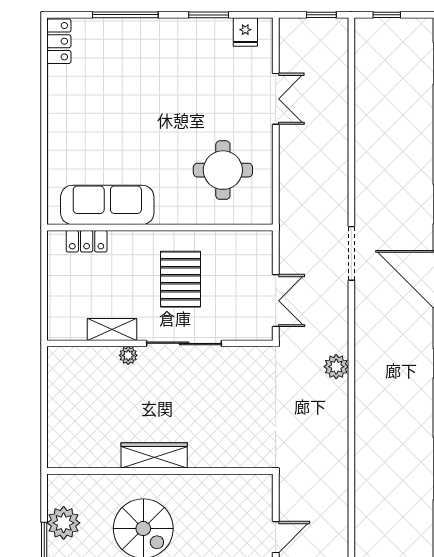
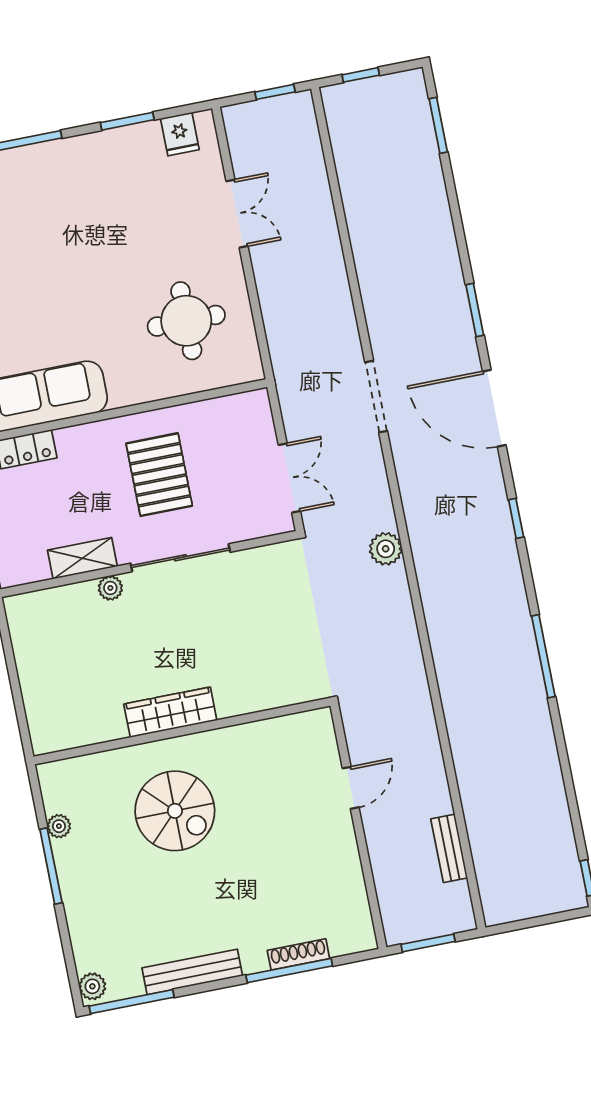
plant: (64, 523) -> (59, 826), width x0.53, depth x0.53

